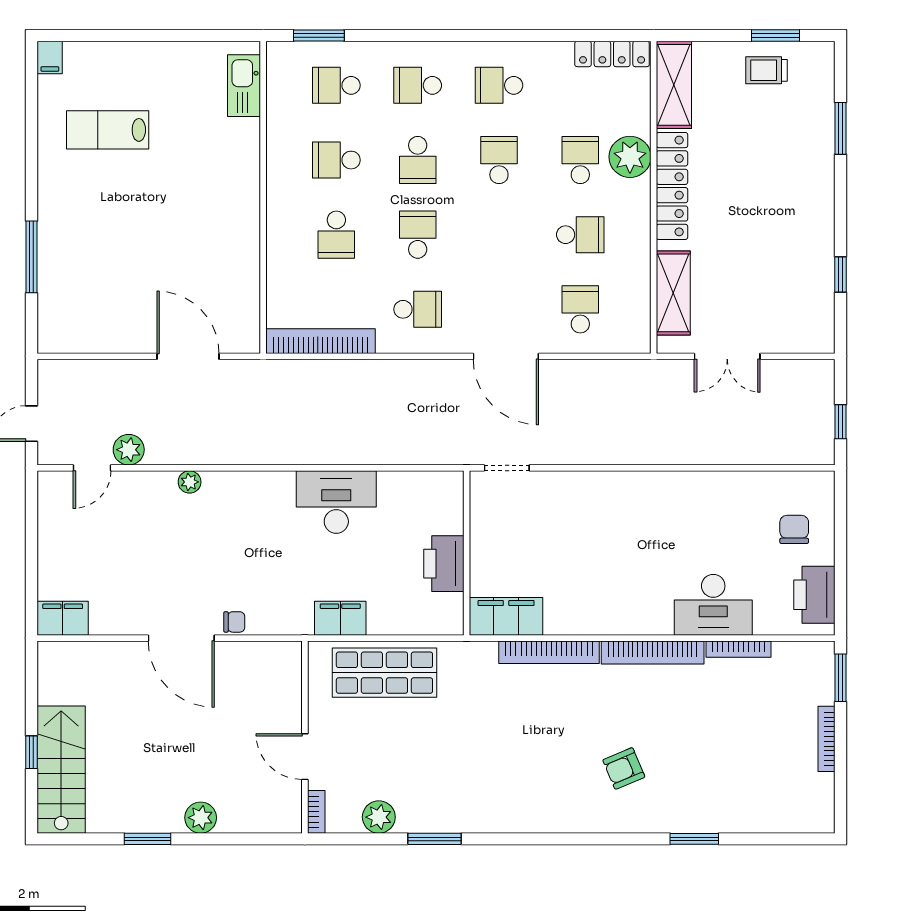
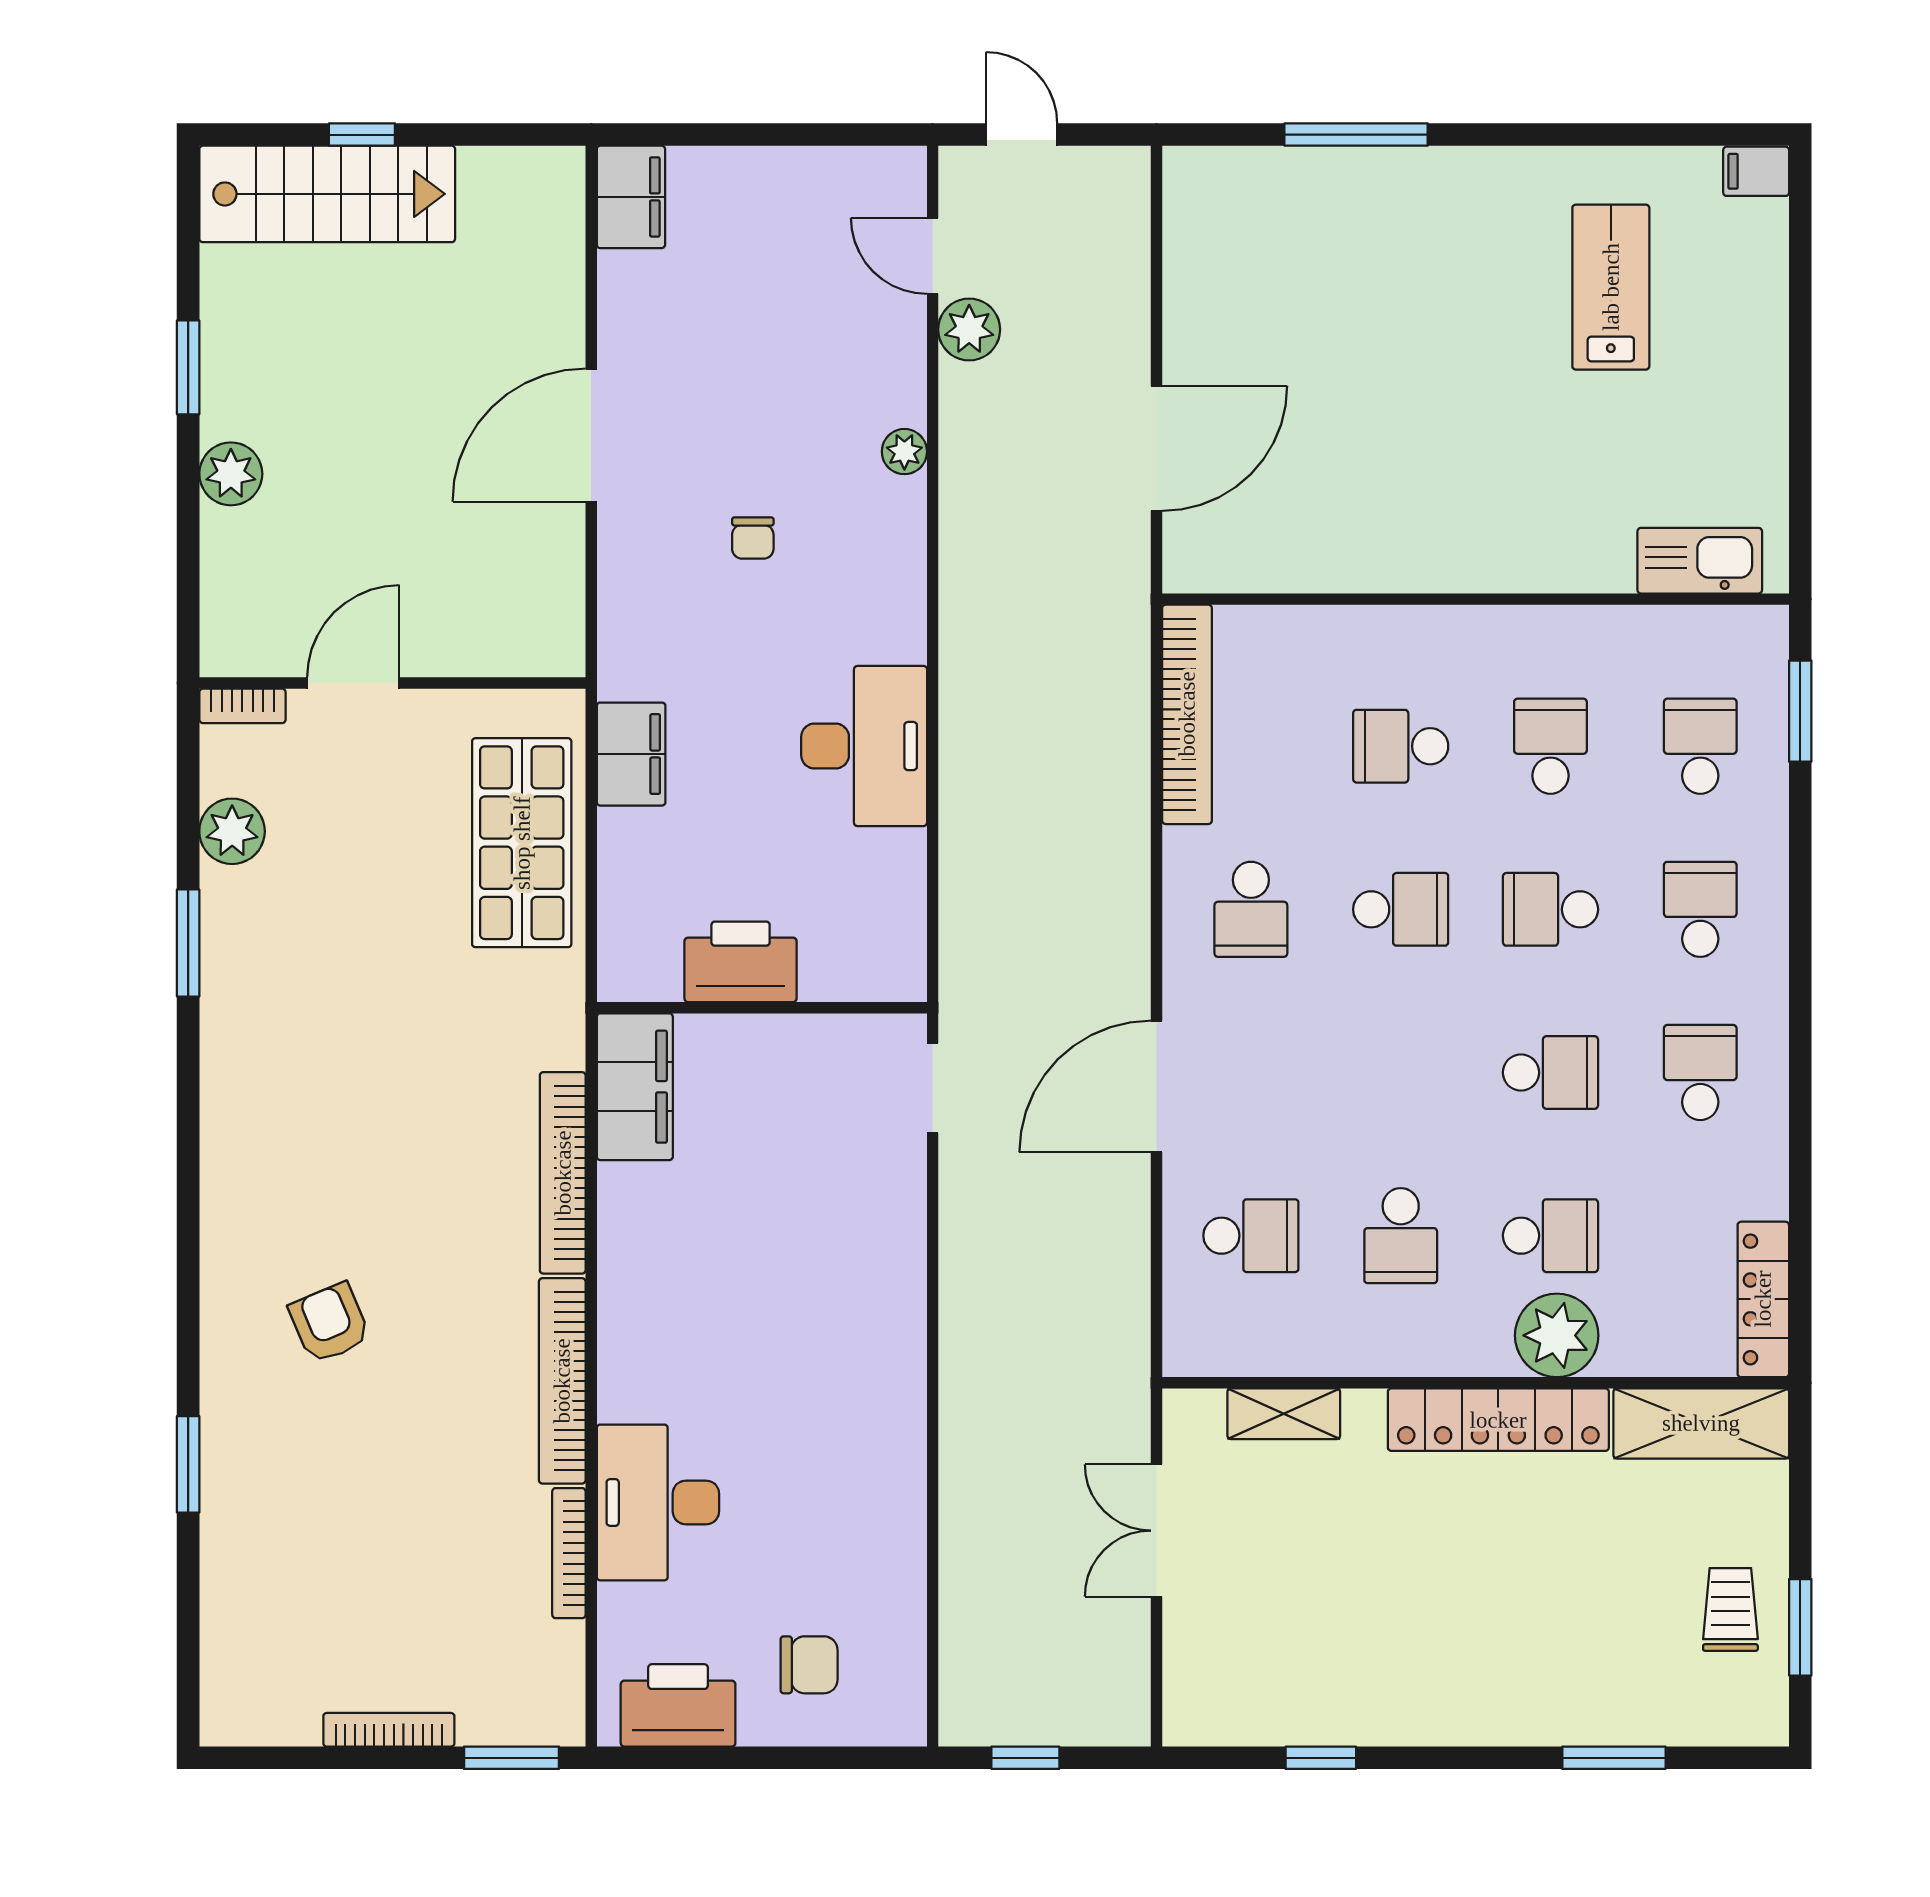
shelving: (673, 293) -> (1284, 1414), width x0.67, depth x0.75
chair: (234, 622) -> (753, 538), moved

